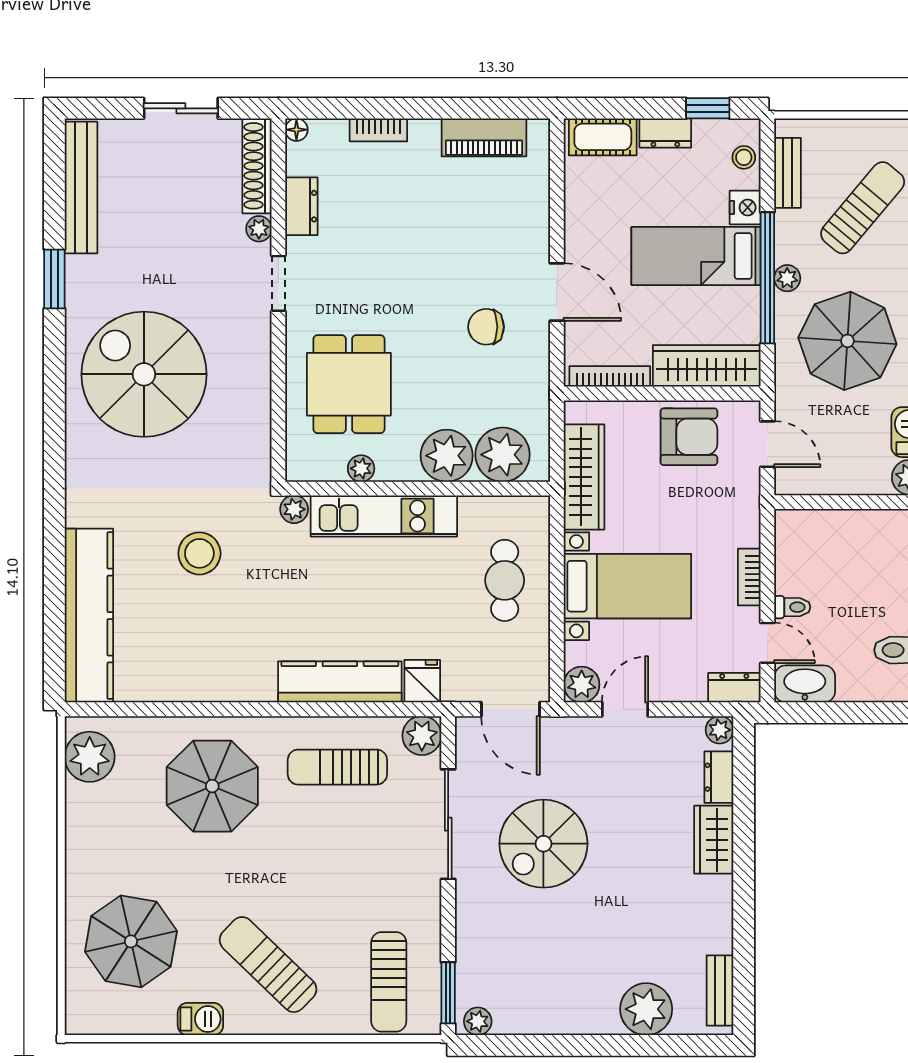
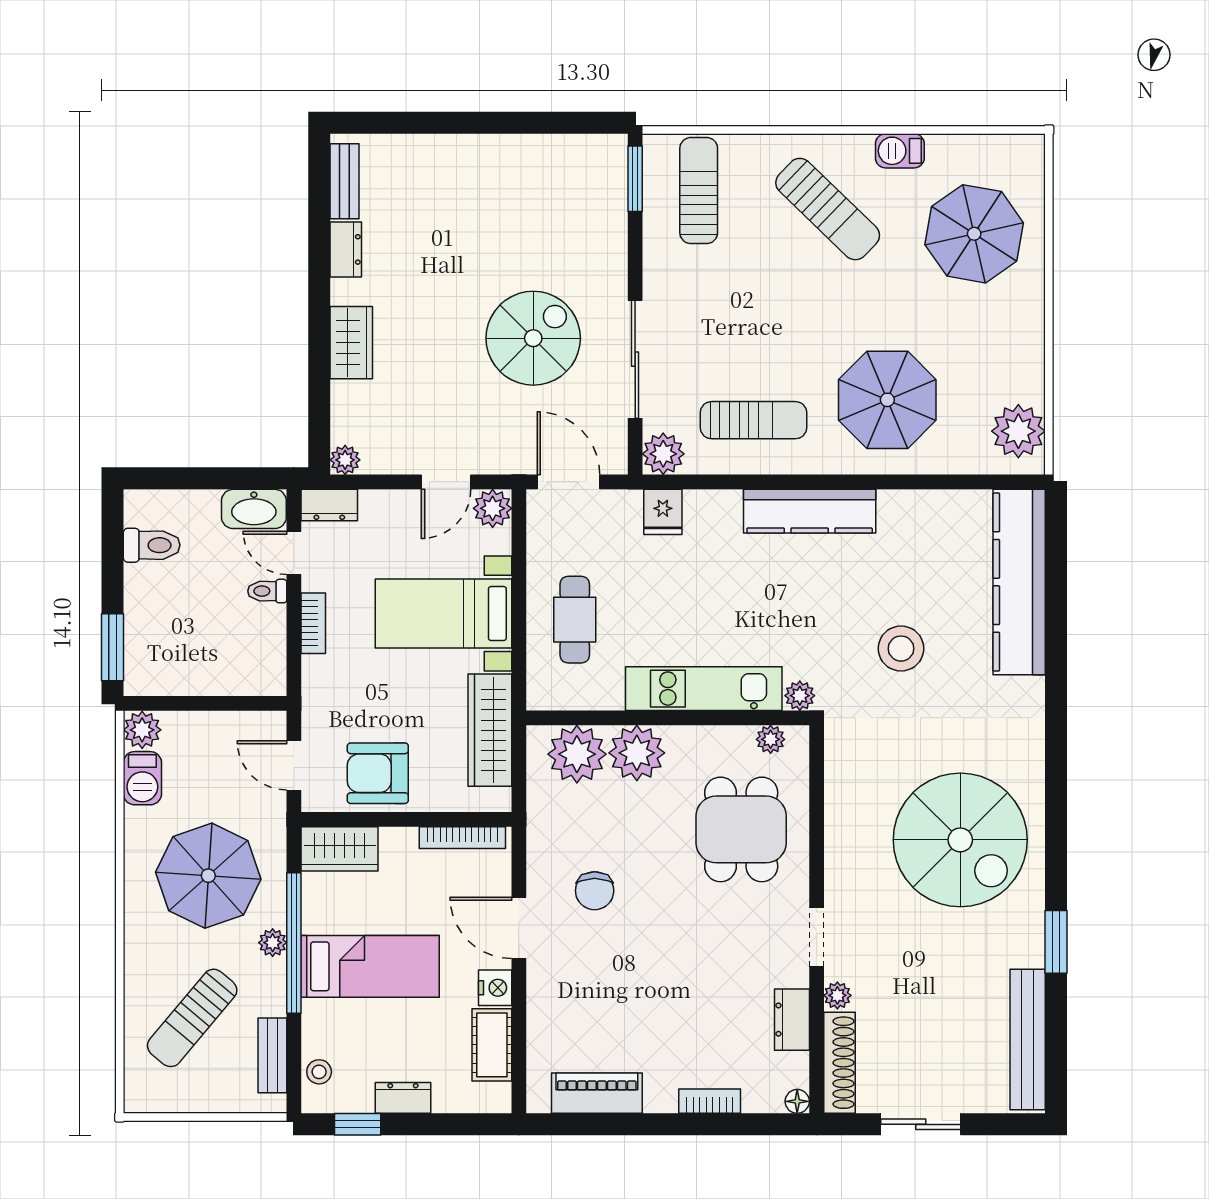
cot: (603, 137) -> (492, 1045), moved, turned 90
nightstand: (745, 208) -> (495, 988), moved, turned 180
chair: (486, 327) -> (595, 891), turned 90
wardrobe: (707, 366) -> (340, 849), width x0.67
plant: (361, 468) -> (771, 739), moved
kitchen counter: (340, 682) -> (810, 511), moved
dresser: (719, 777) -> (346, 249), moved
plant: (646, 1009) -> (423, 161), removed
plant: (478, 1021) -> (604, 148), removed

